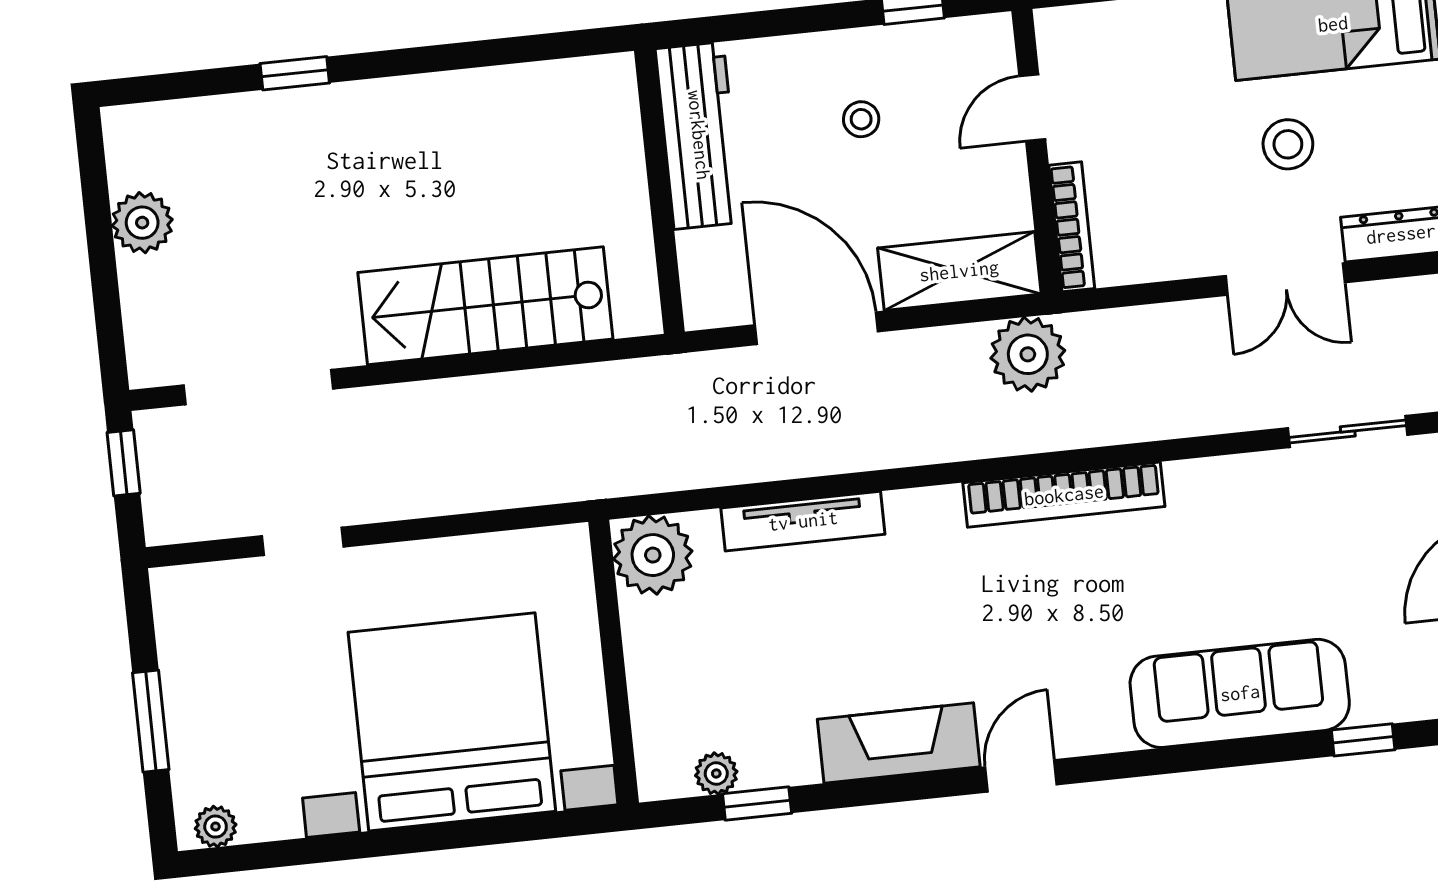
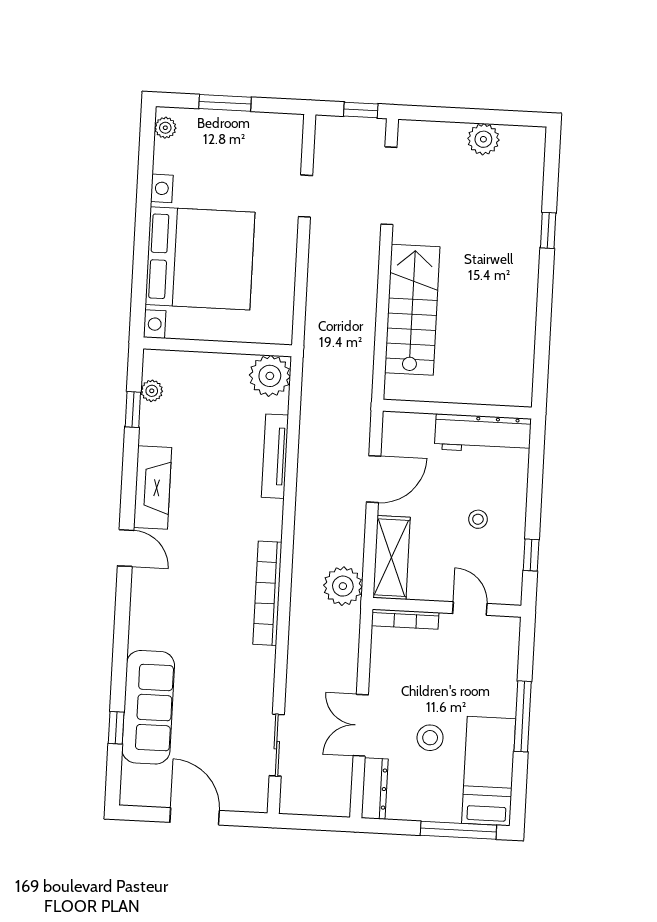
door: (817, 328) -> (374, 479), width x0.73
sofa: (1240, 693) -> (148, 707), moved

